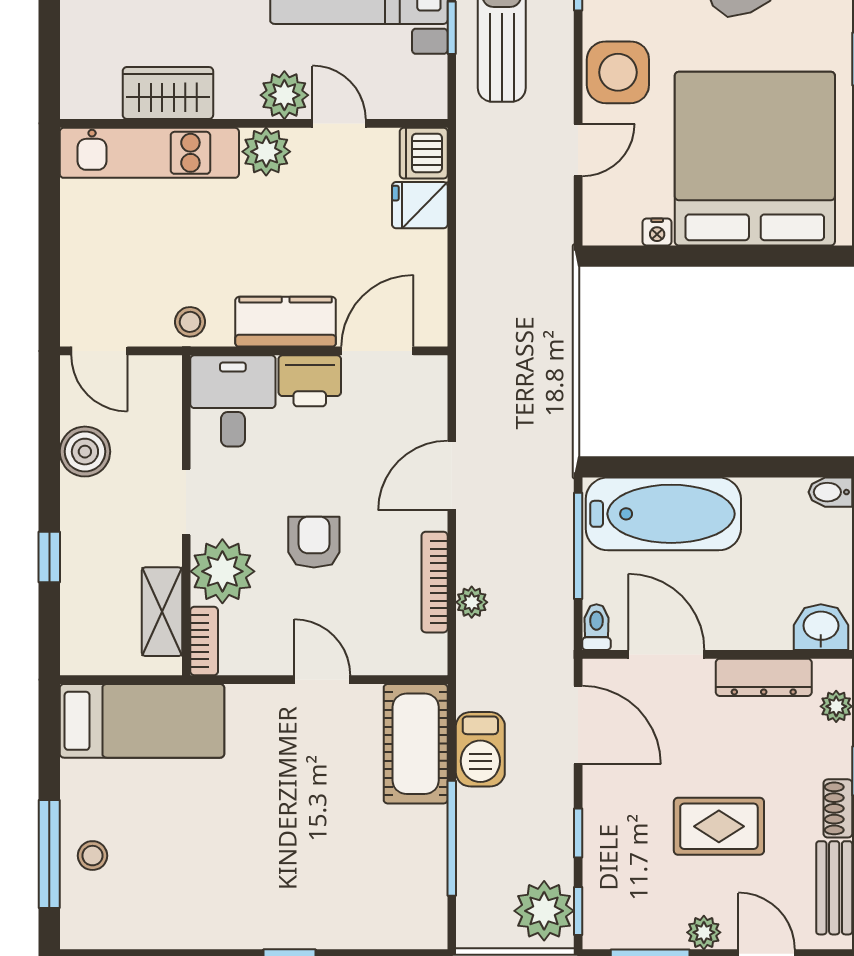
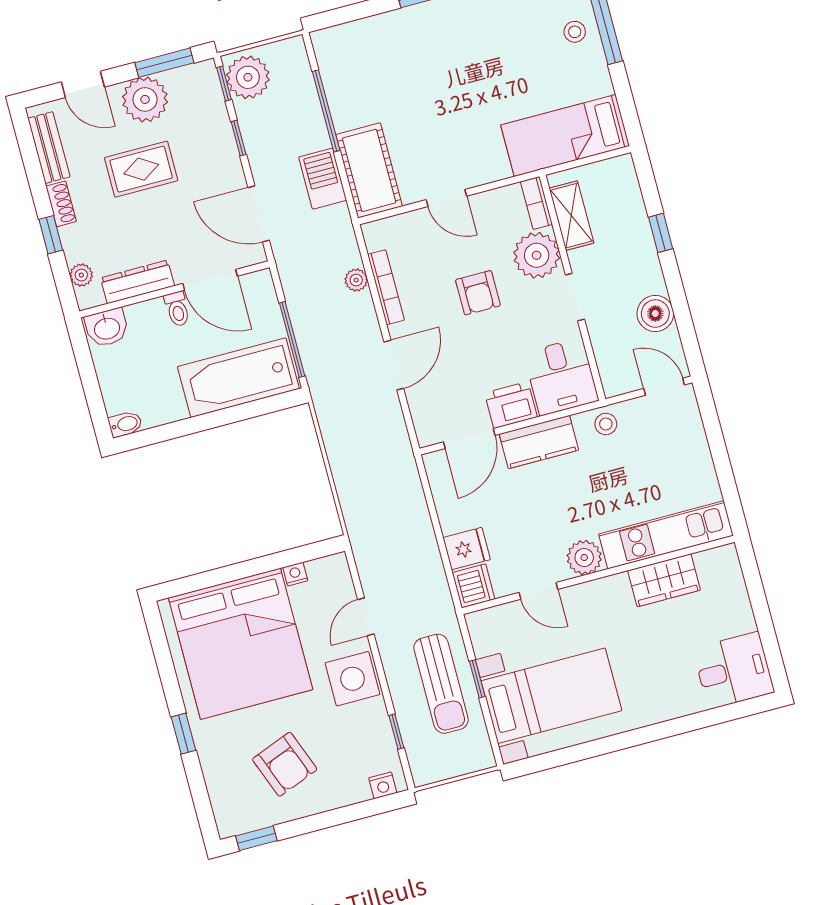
plant: (284, 95) -> (582, 601), removed
toilet: (596, 627) -> (177, 309), moved
plant: (704, 932) -> (145, 99), width x1.87, depth x1.87

